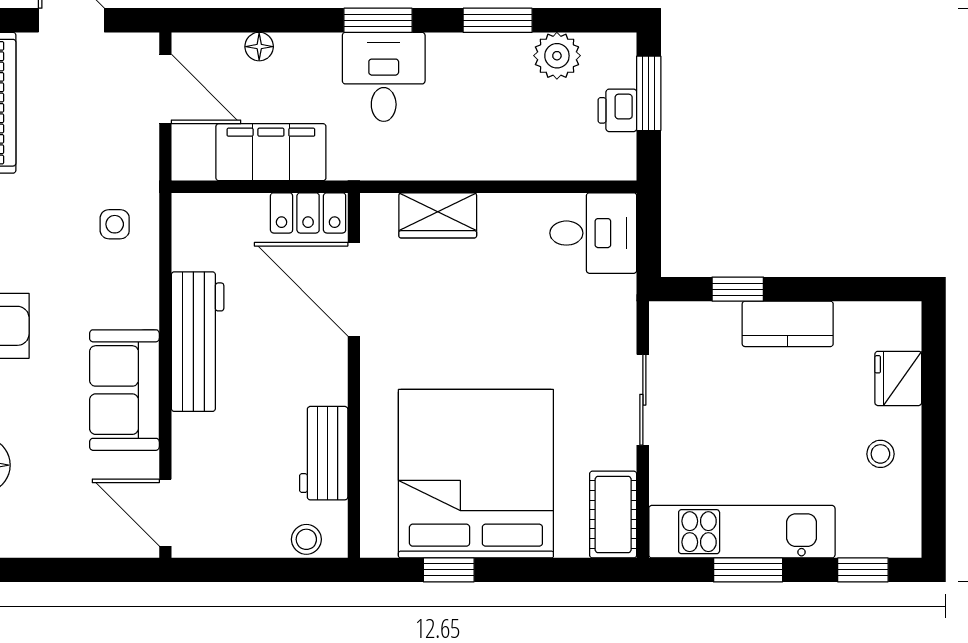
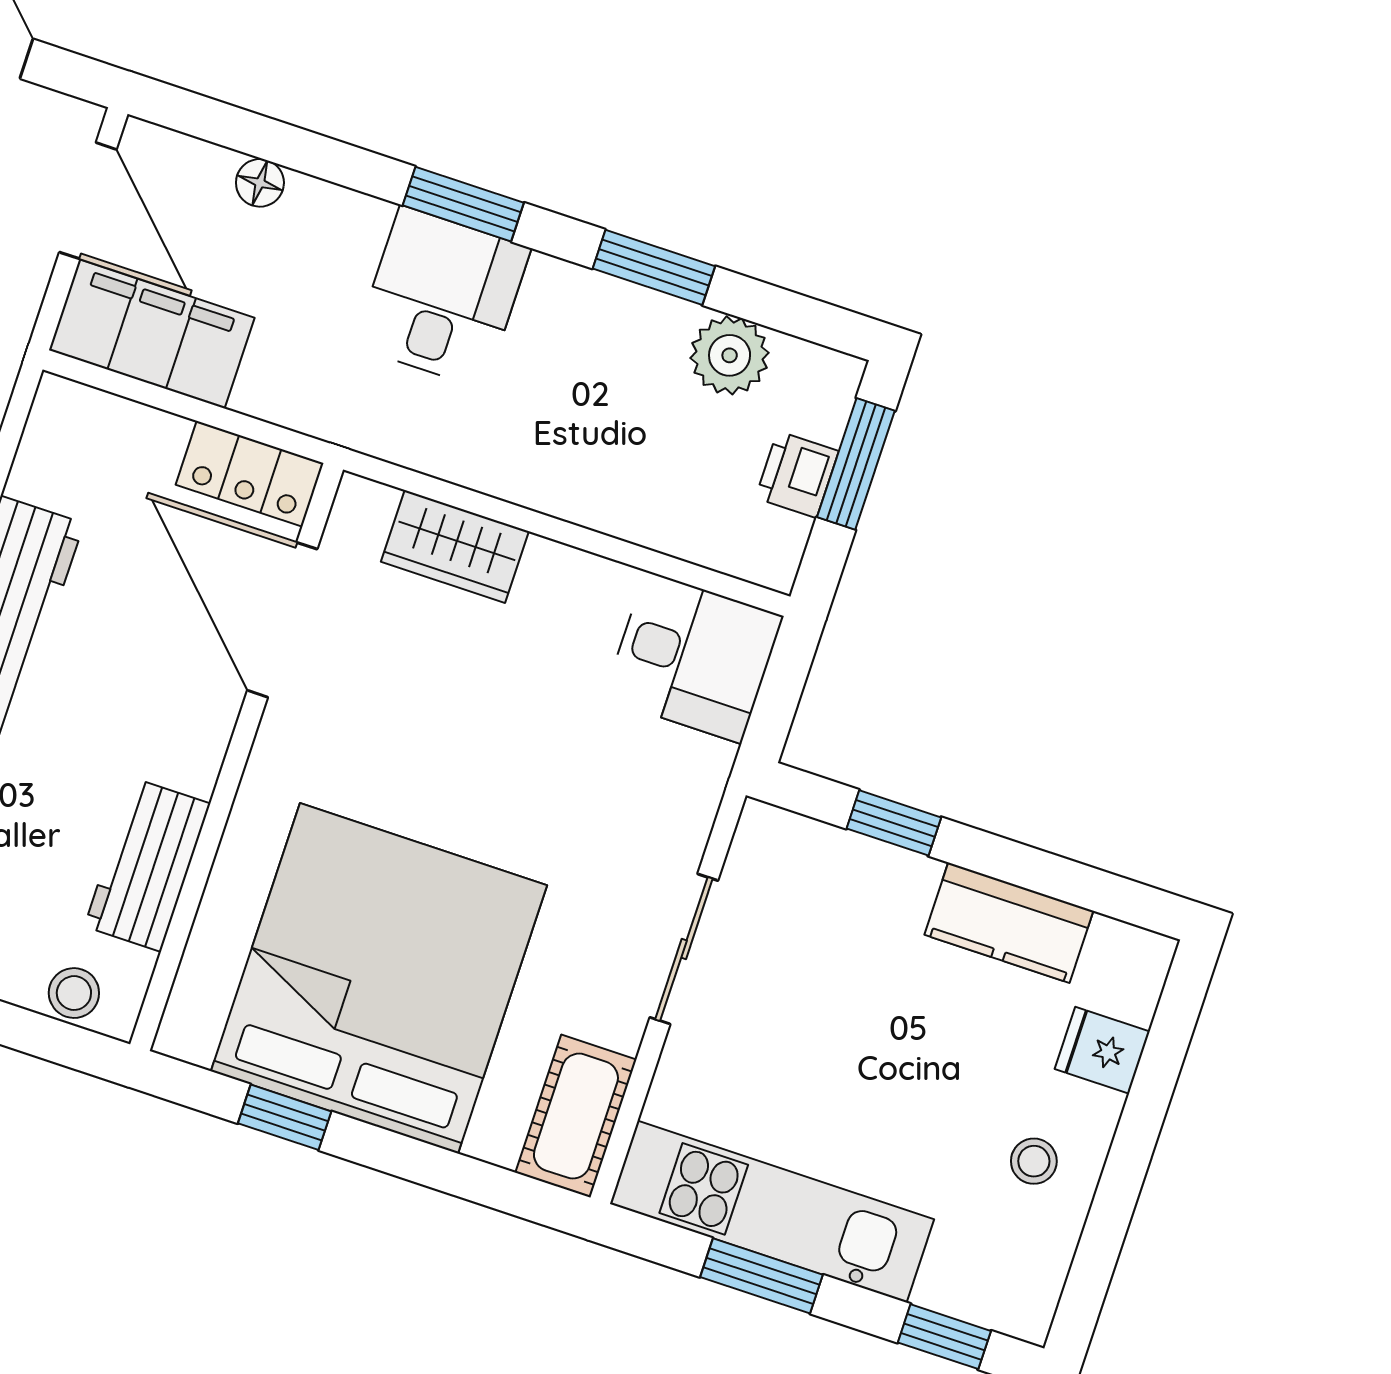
filing cabinet: (271, 152) -> (152, 334), moved
kitchen counter: (788, 324) -> (1009, 923), moved
fridge: (898, 378) -> (1102, 1050), width x0.72

